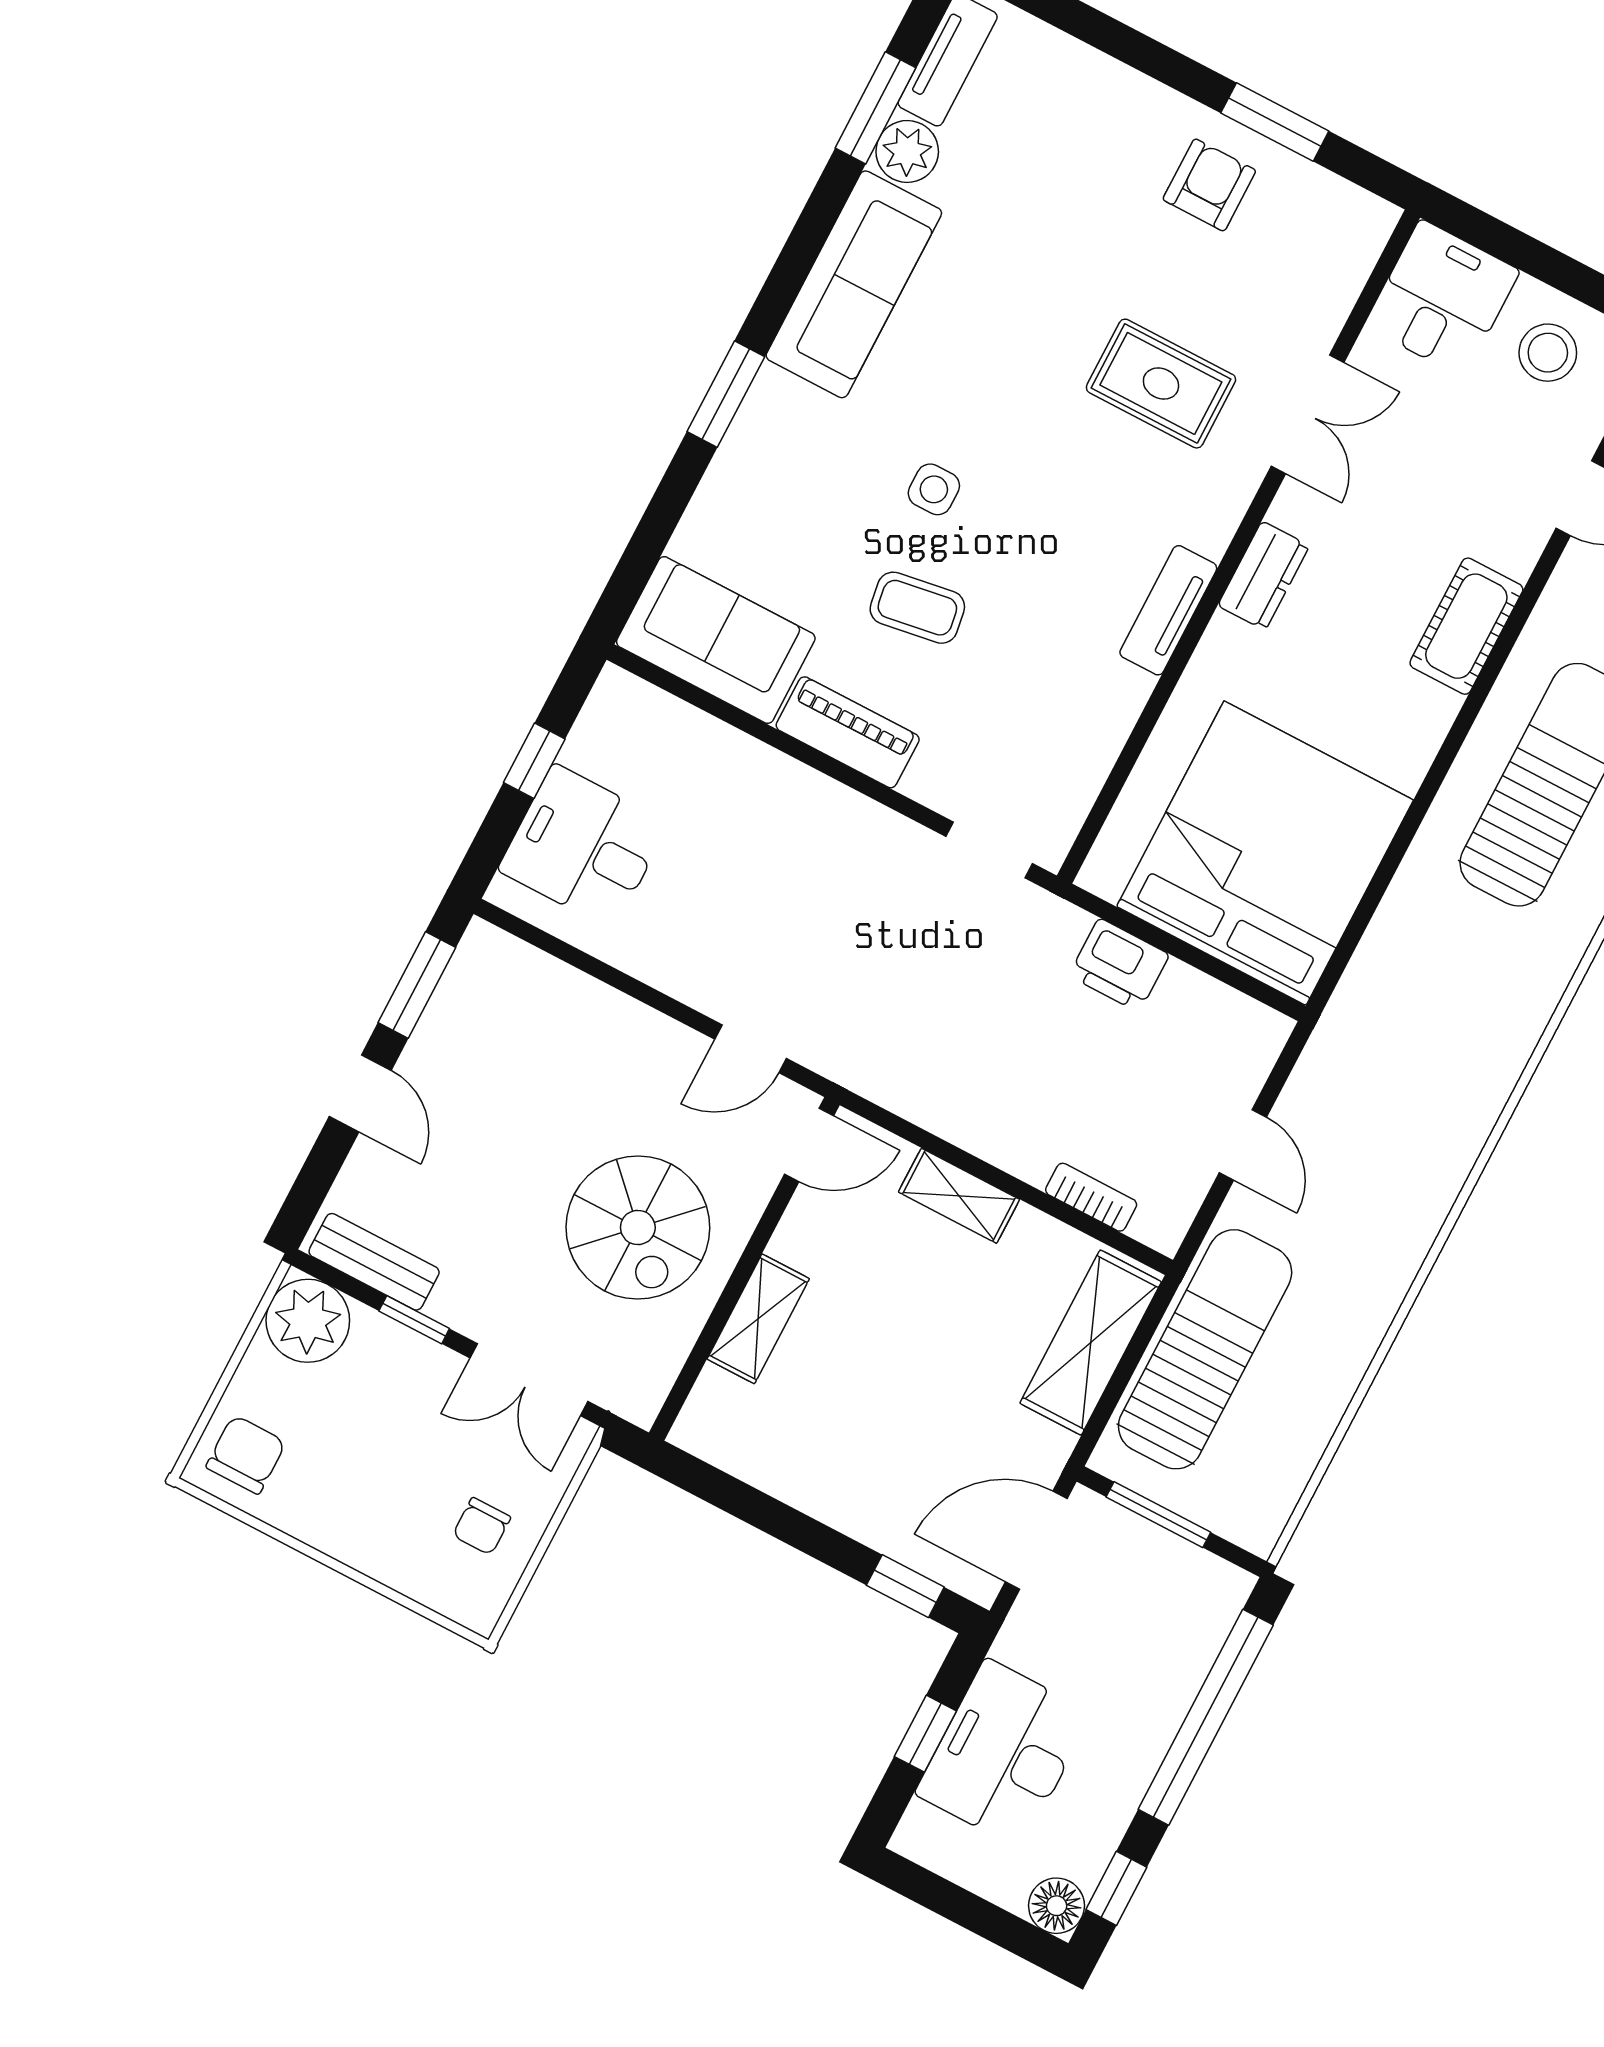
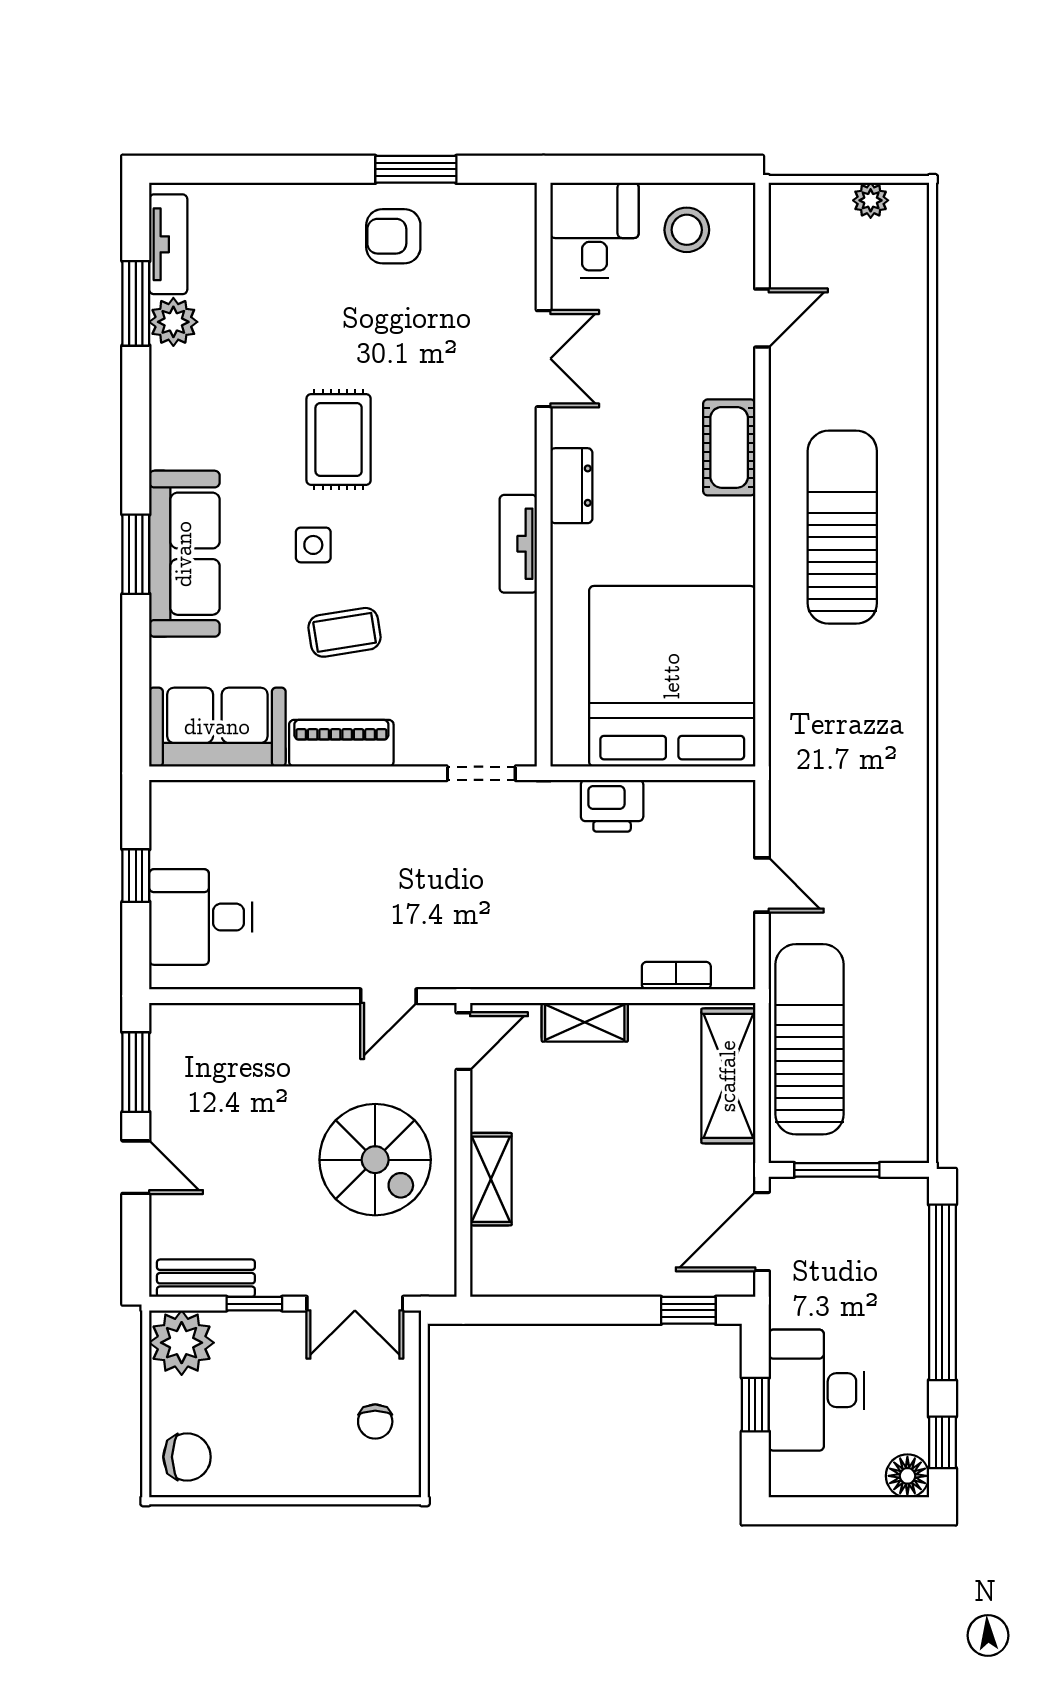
armchair: (1209, 185) -> (393, 236), turned -90
sofa: (854, 284) -> (184, 554), moved
rug: (1161, 384) -> (339, 439), moved, turned 90
chair: (246, 1455) -> (187, 1457), turned 90

